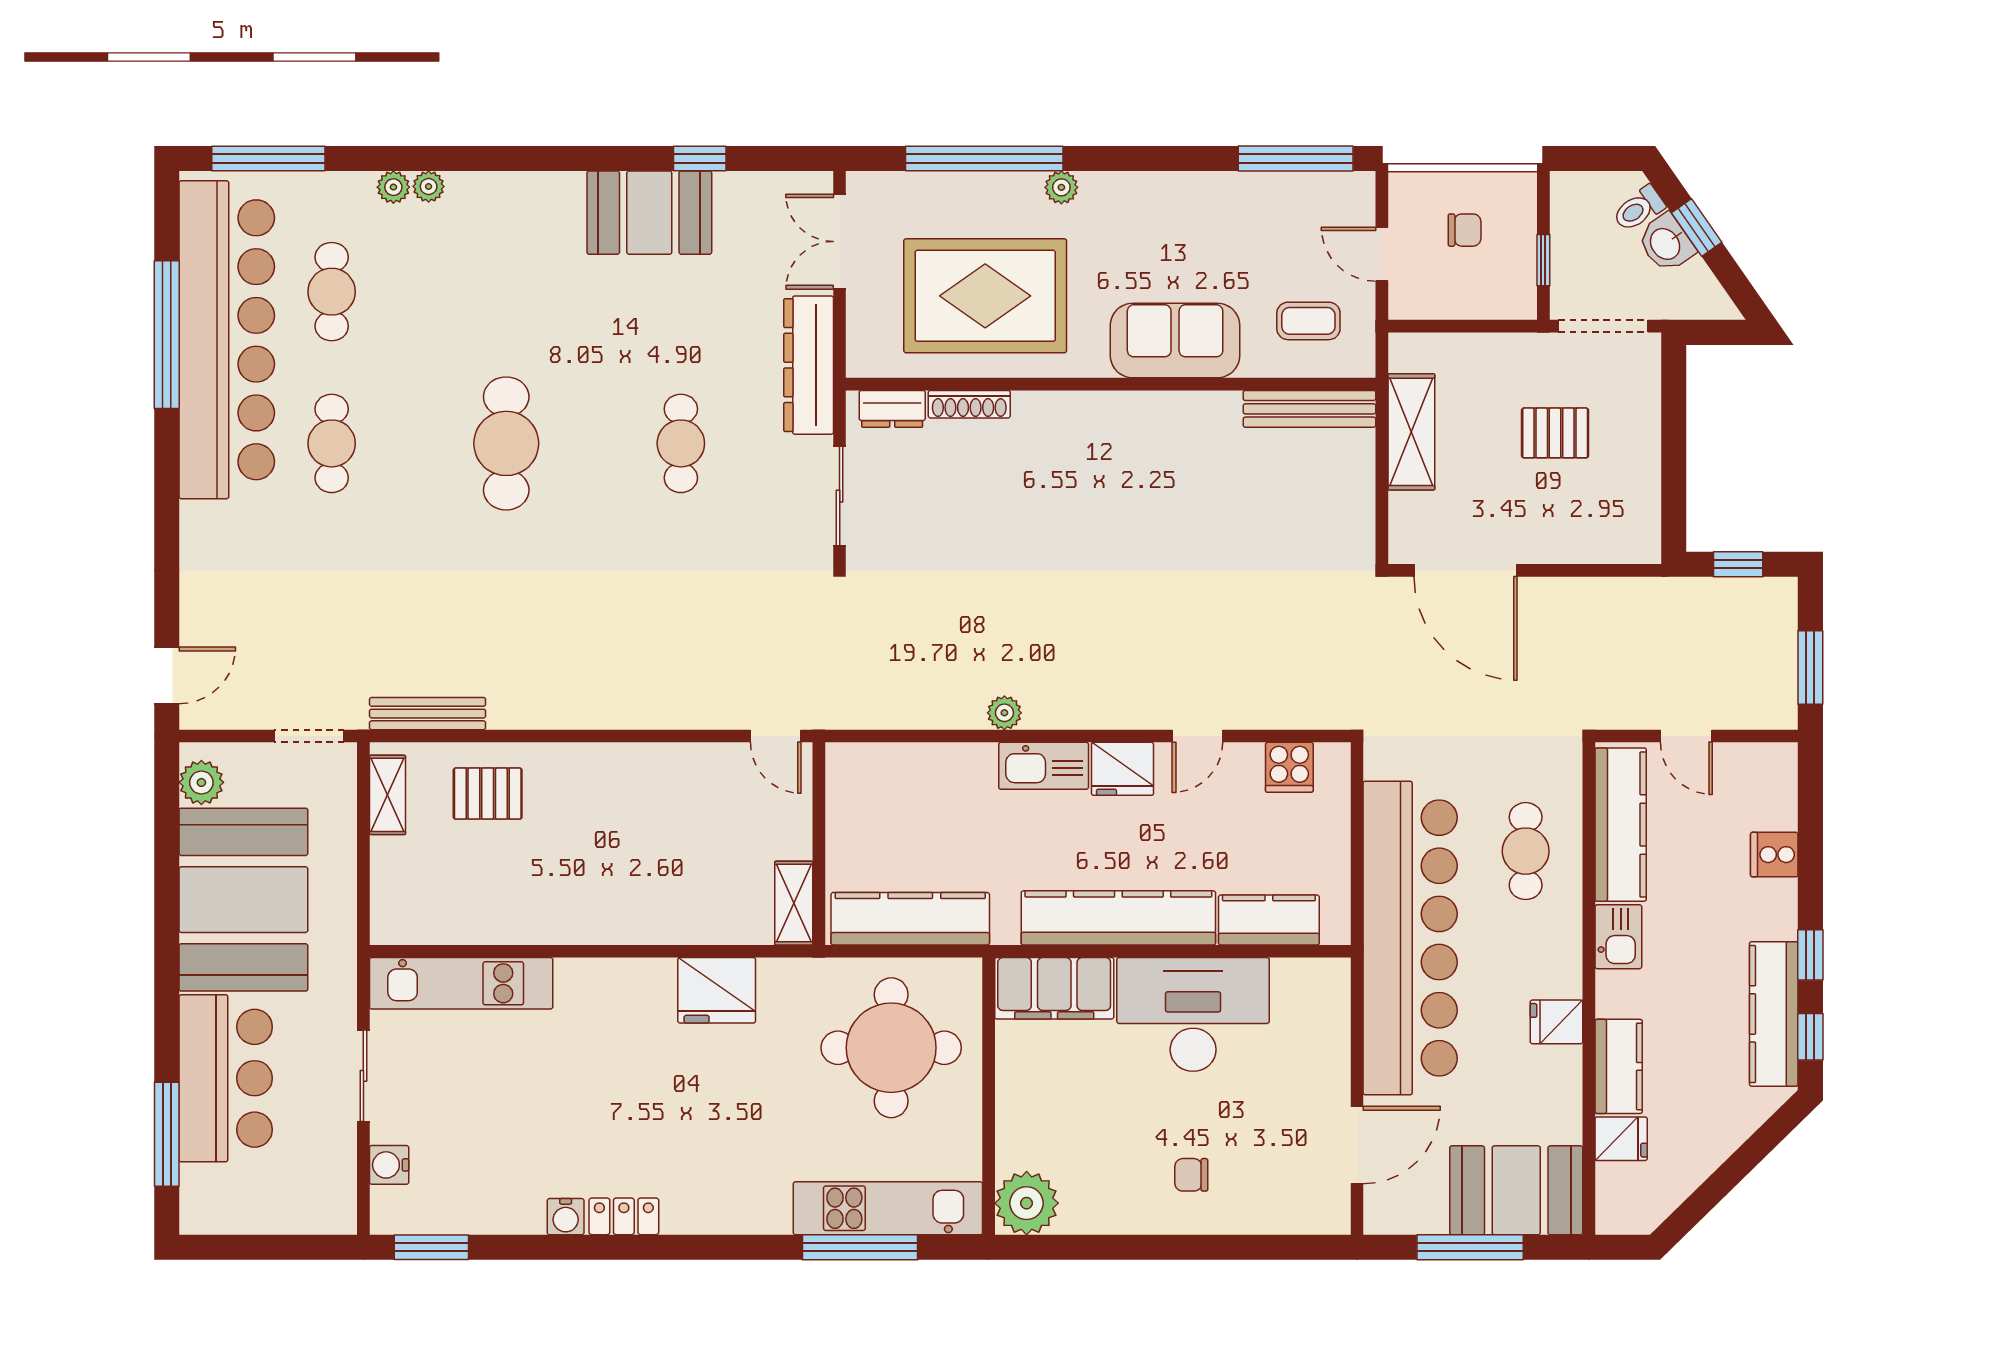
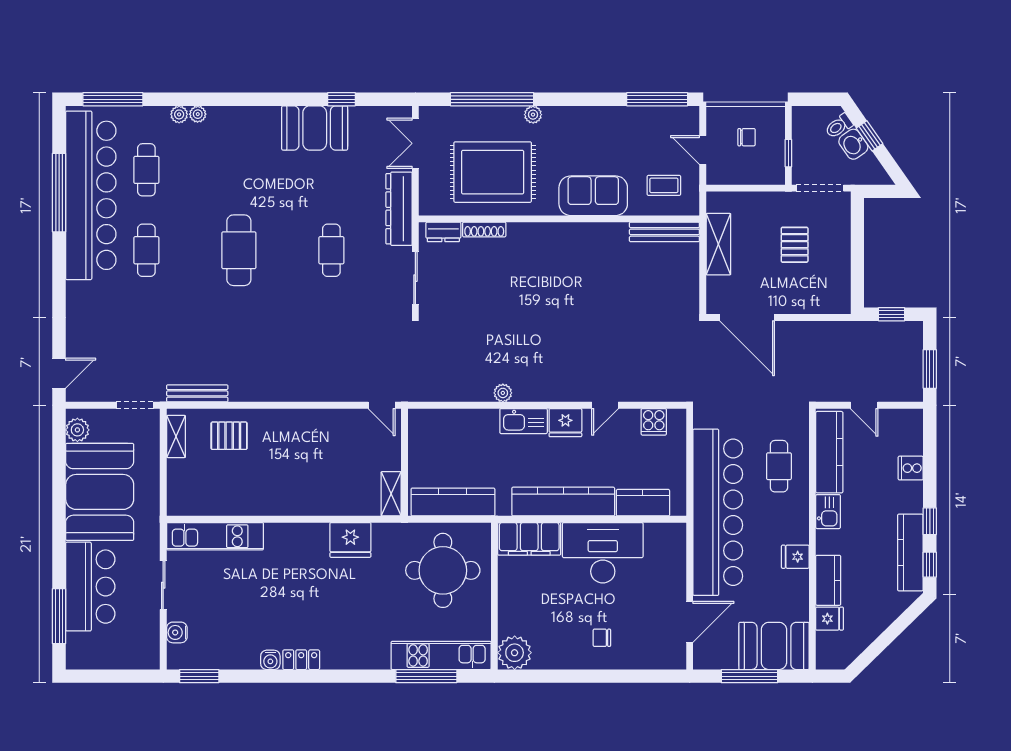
pallet: (1555, 433) -> (795, 245), turned 90

